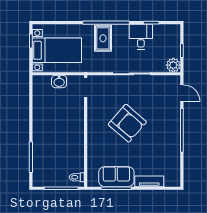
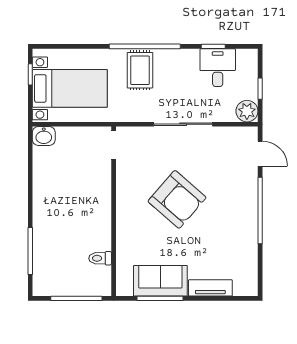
desk: (141, 37) -> (218, 68), moved
washbasin: (59, 82) -> (44, 136), moved
toilet: (77, 177) -> (100, 258), moved

